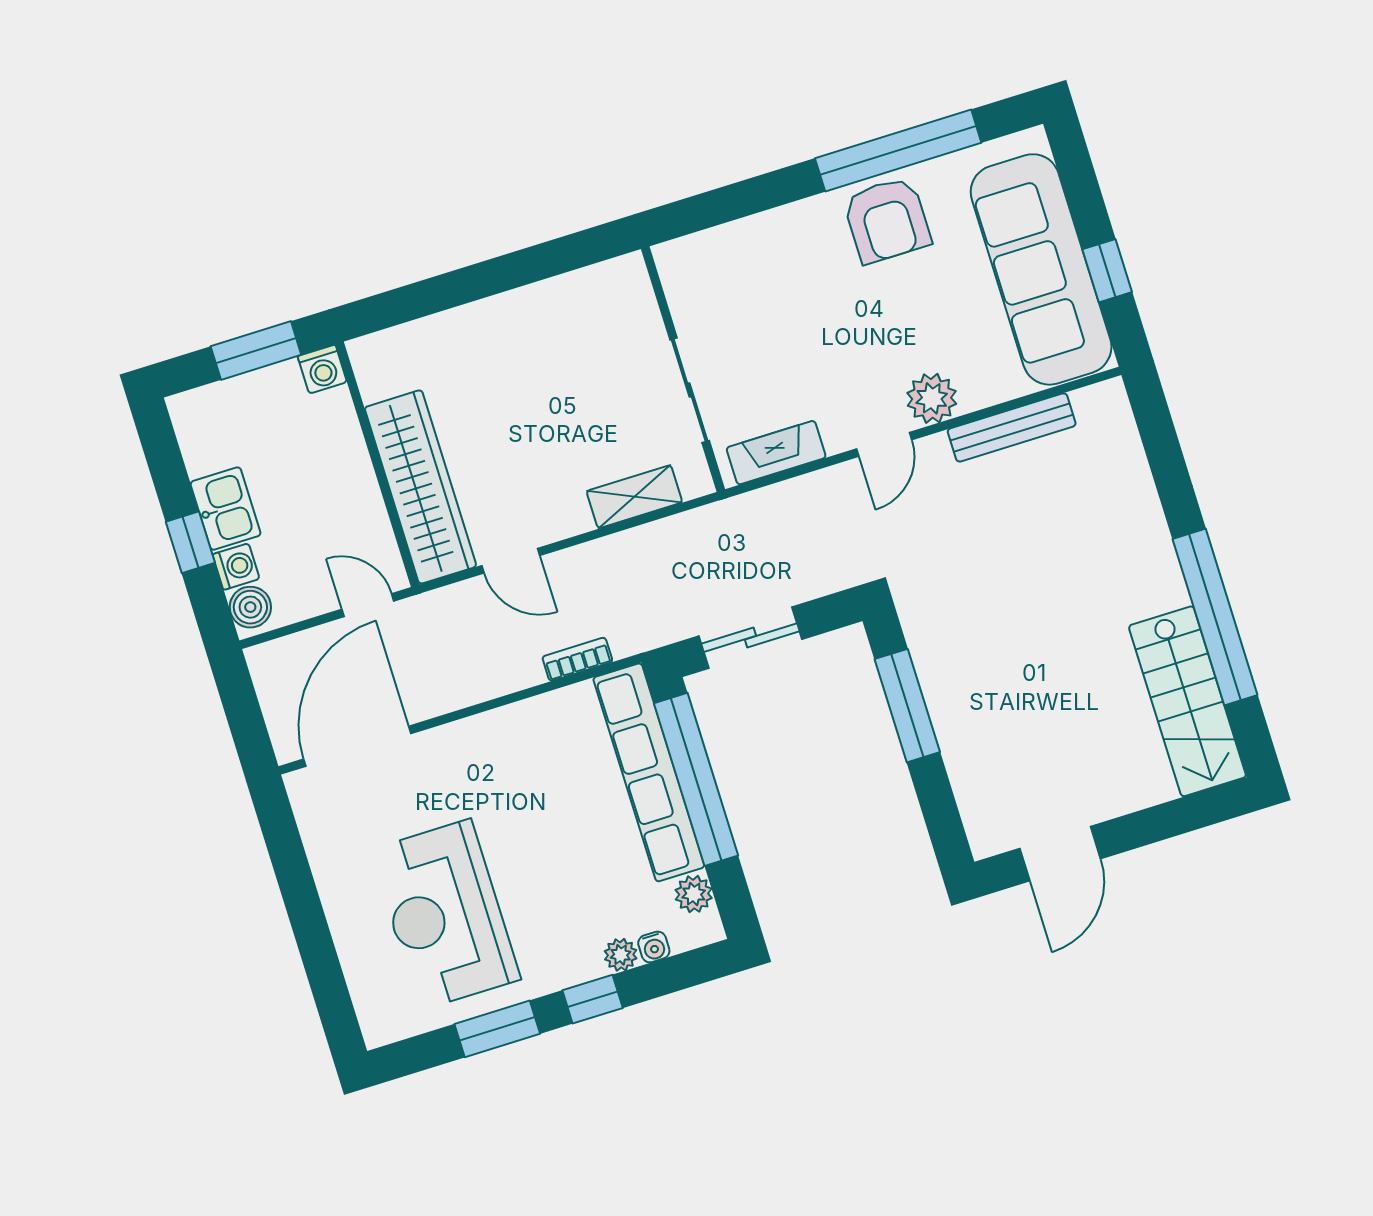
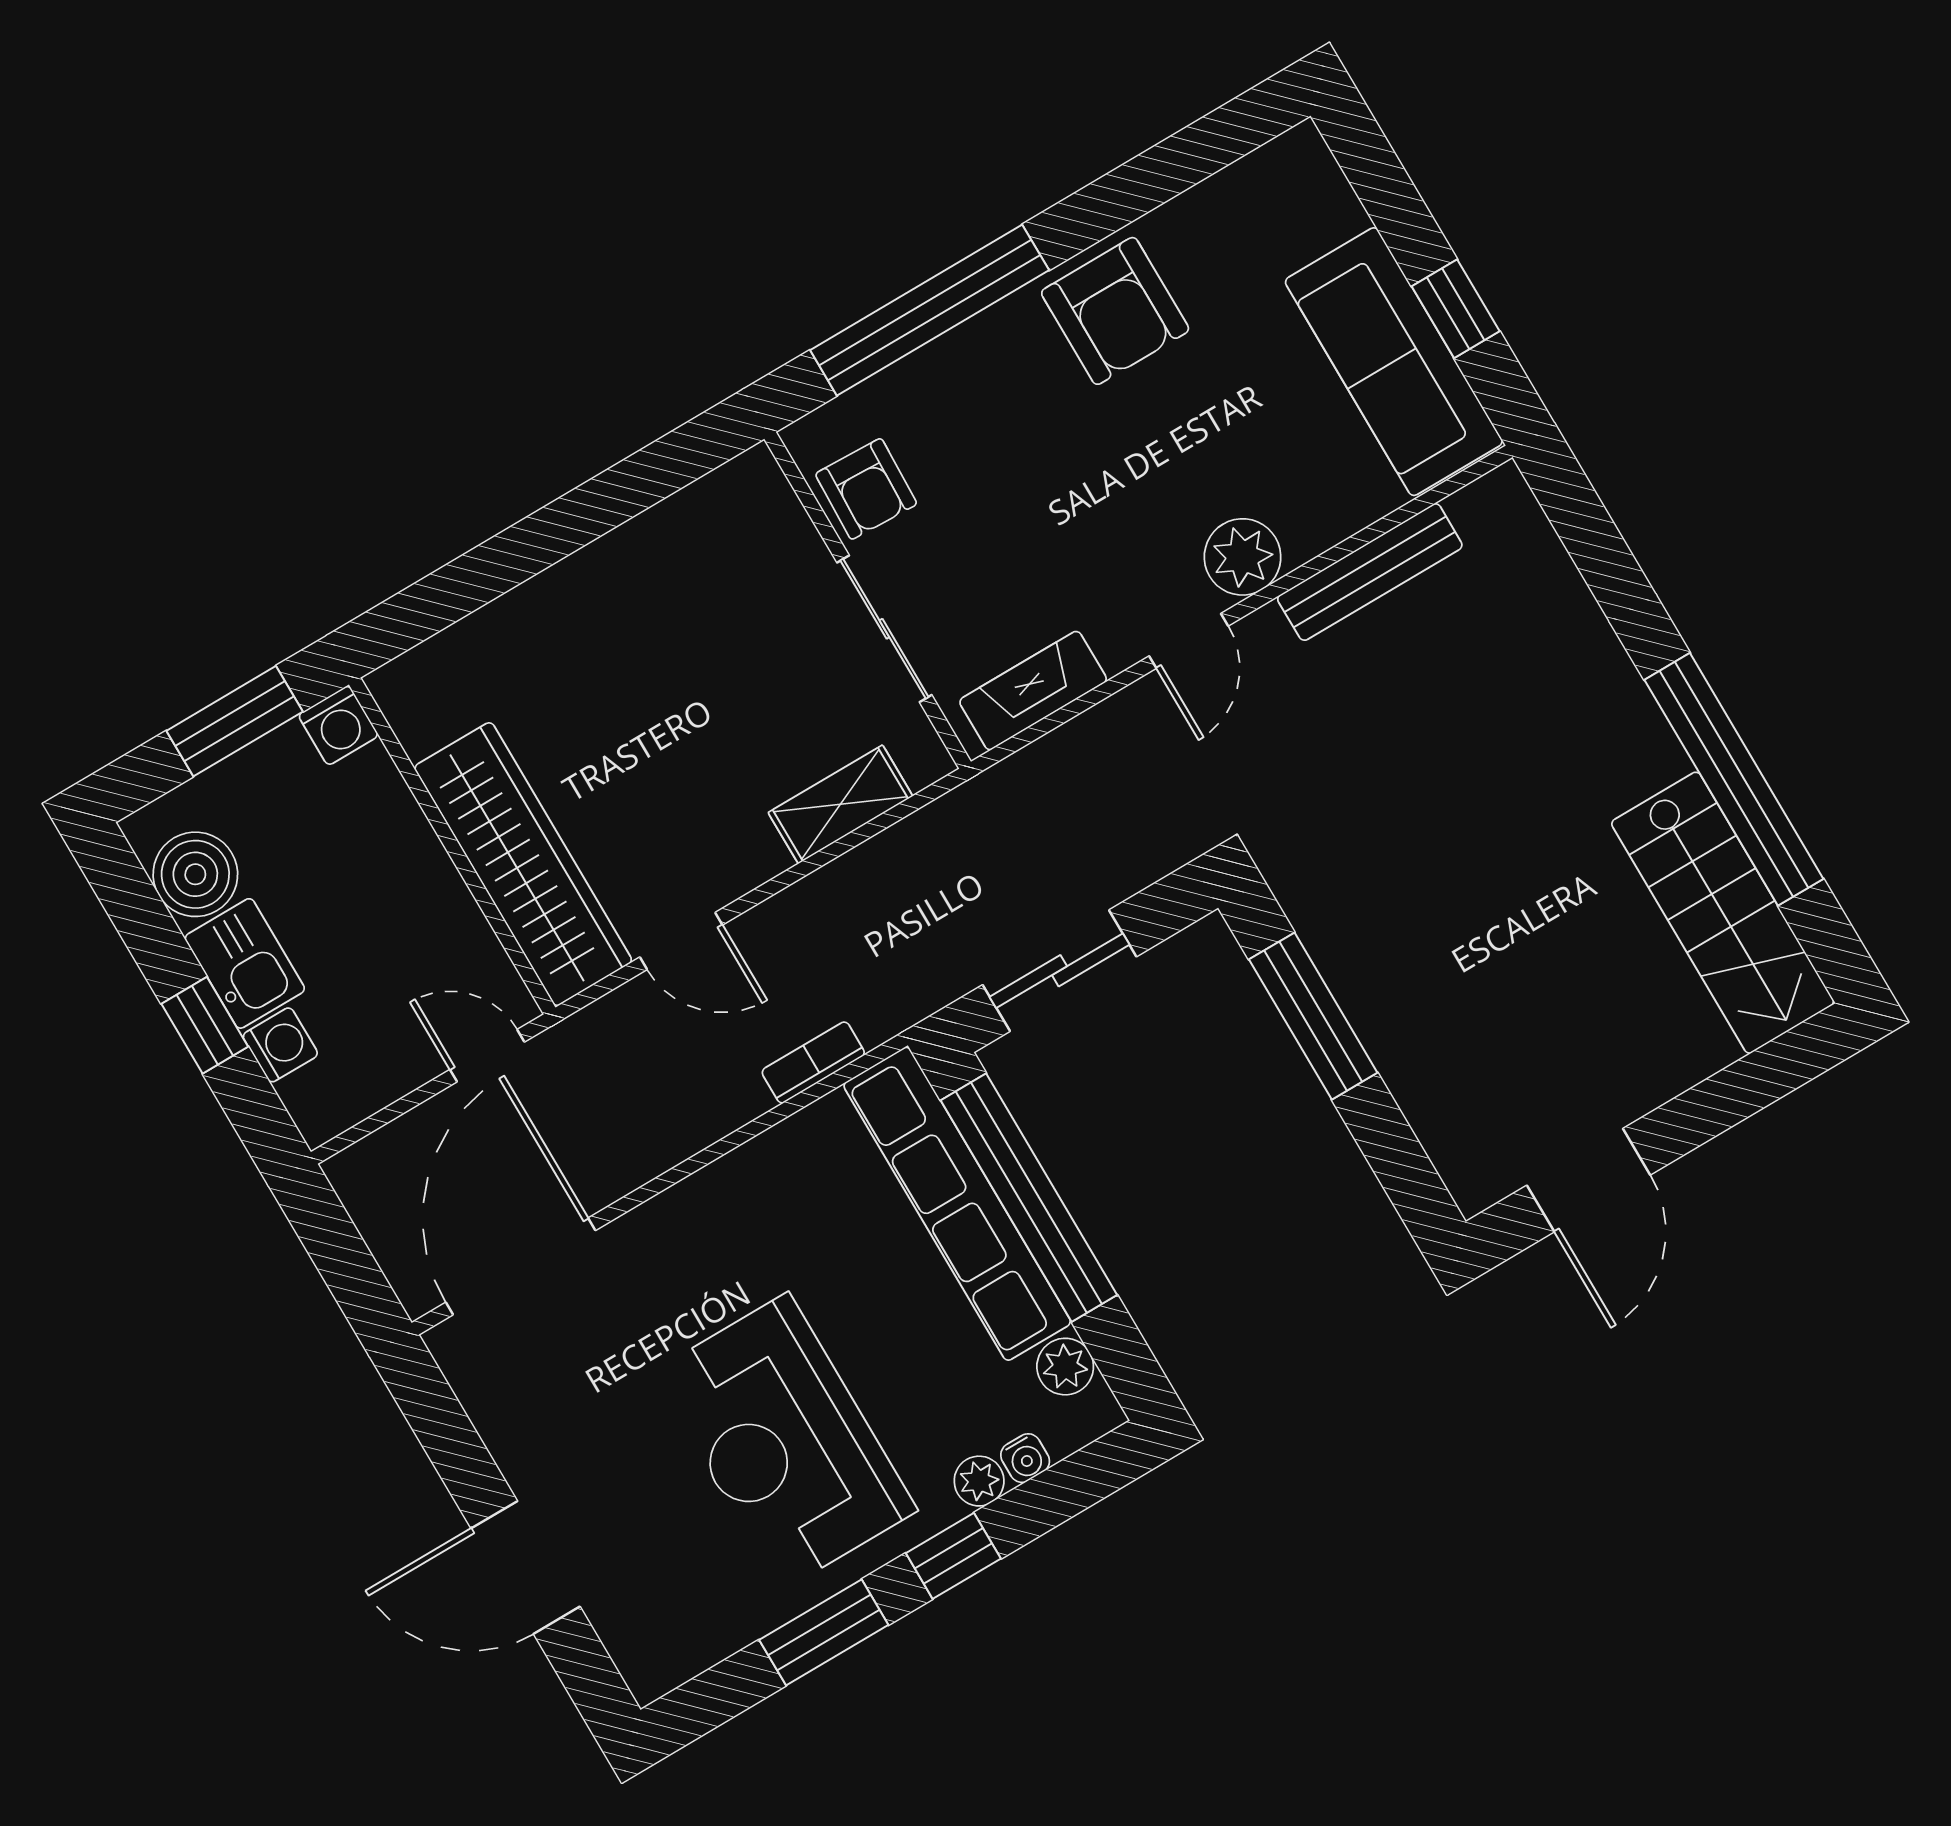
window: (898, 151) -> (930, 310), moved
sofa: (1041, 269) -> (1394, 362), width x0.74, depth x0.79
armchair: (699, 297) -> (866, 489), added
boiler: (250, 607) -> (195, 874), moved, width x1.36, depth x1.36
reception desk: (445, 915) -> (785, 1442), moved
door: (315, 941) -> (525, 1567), added

